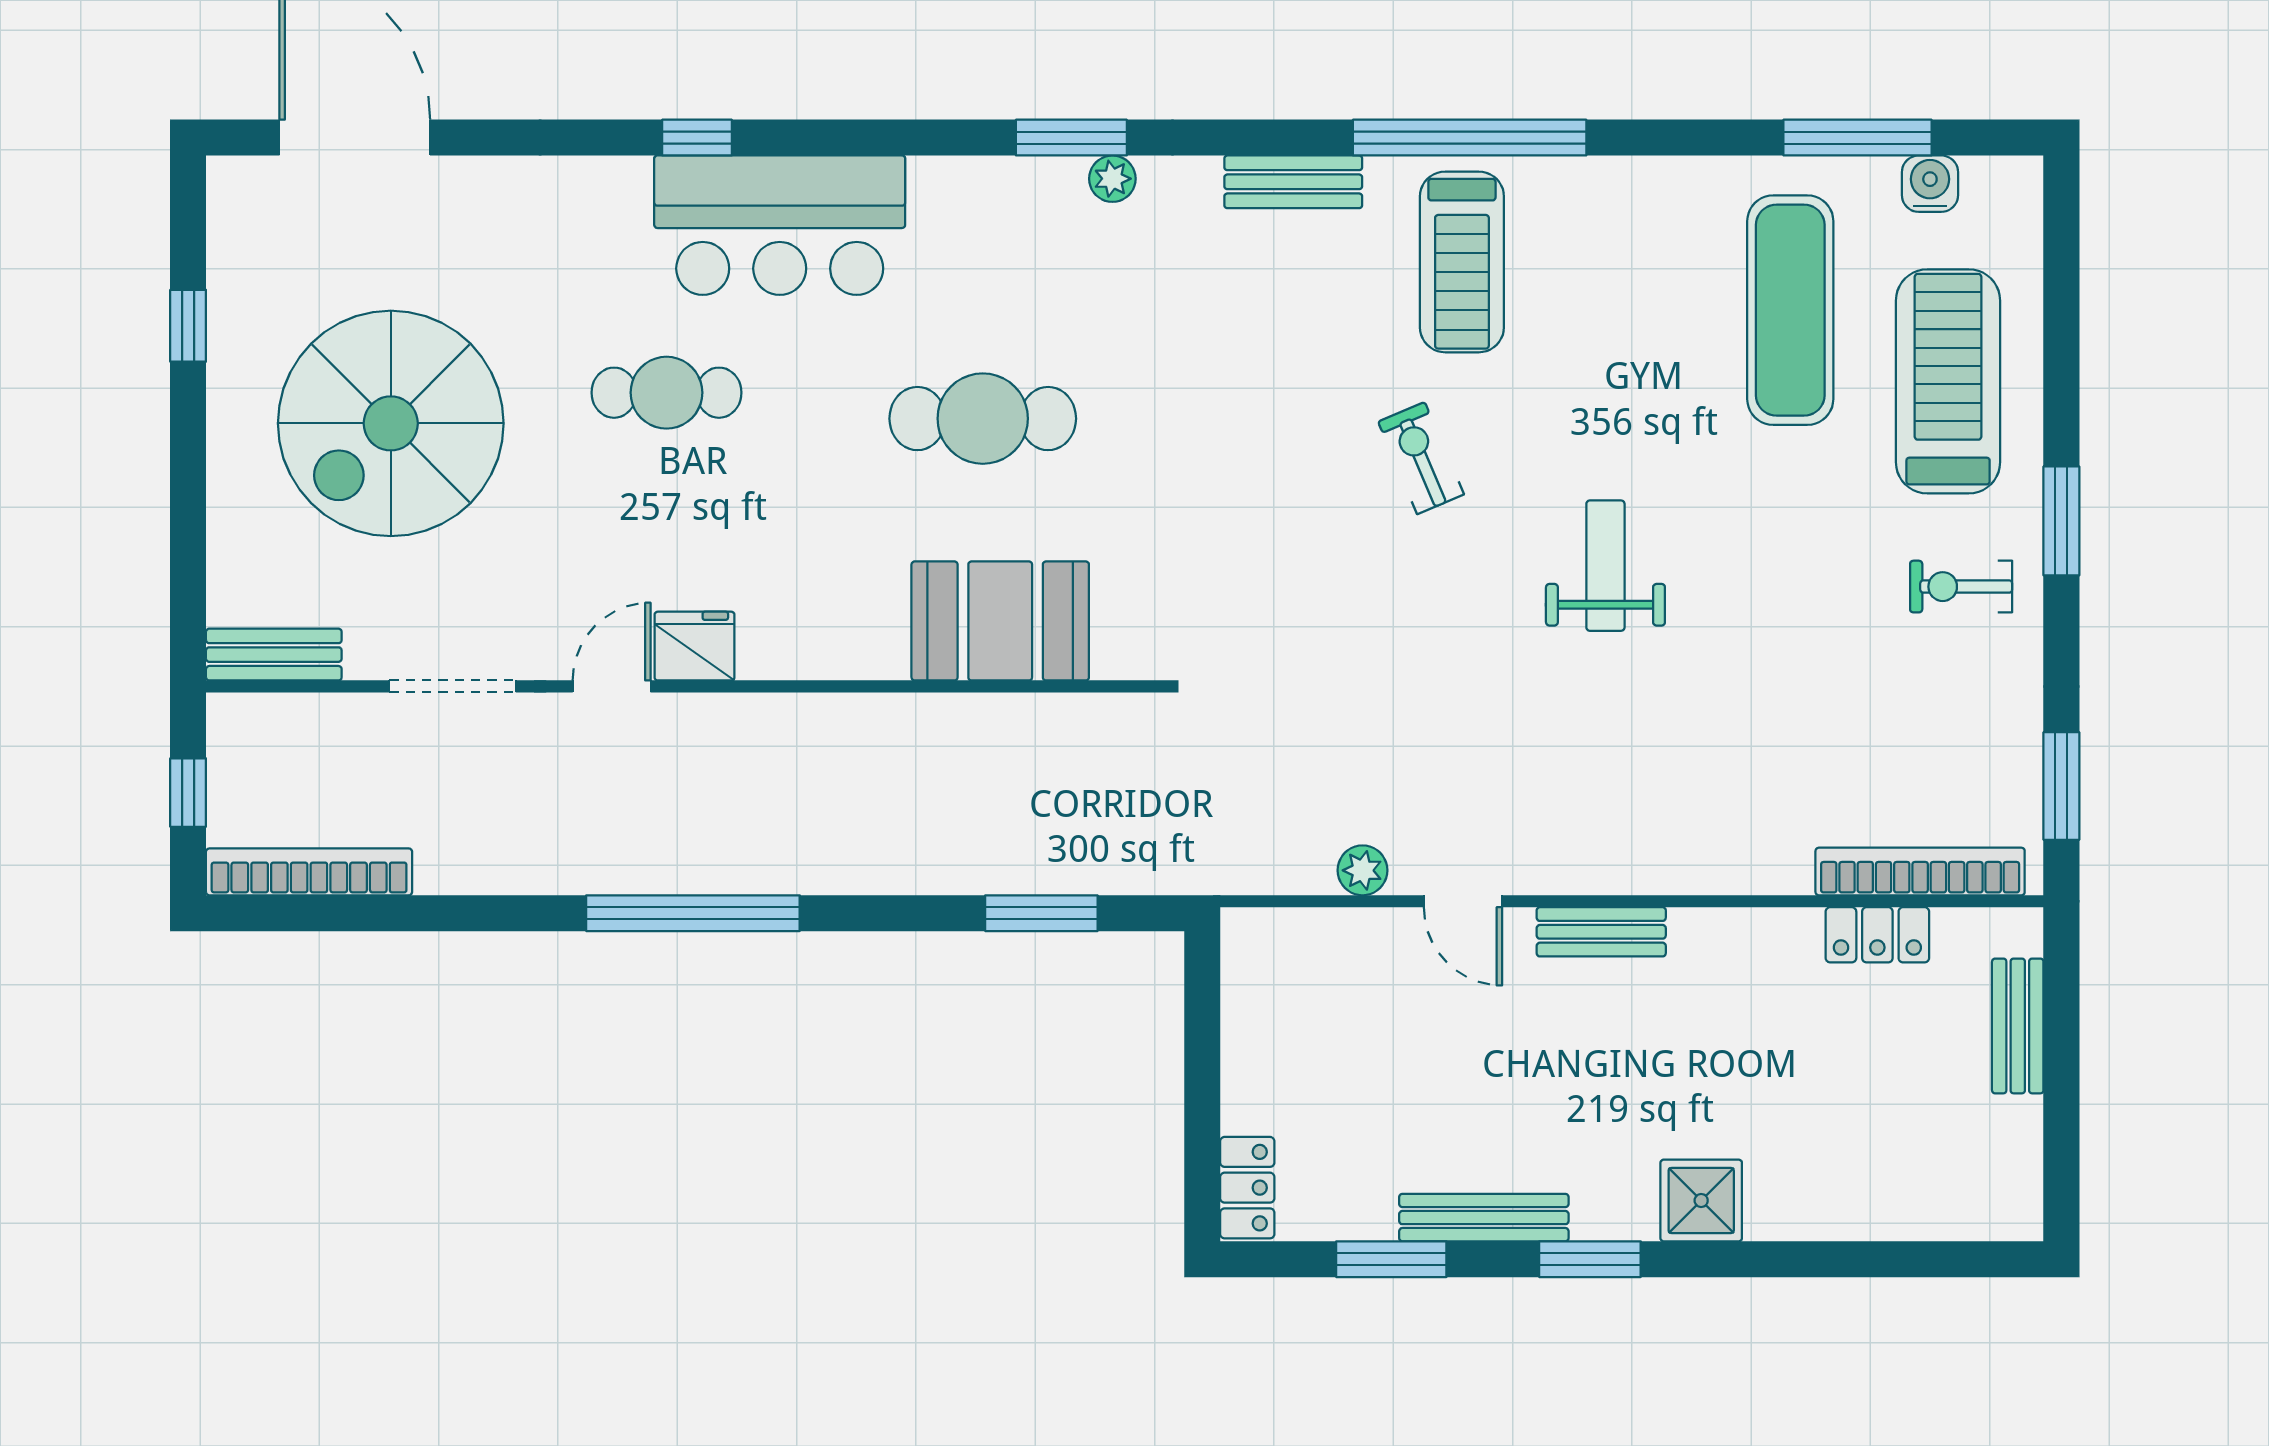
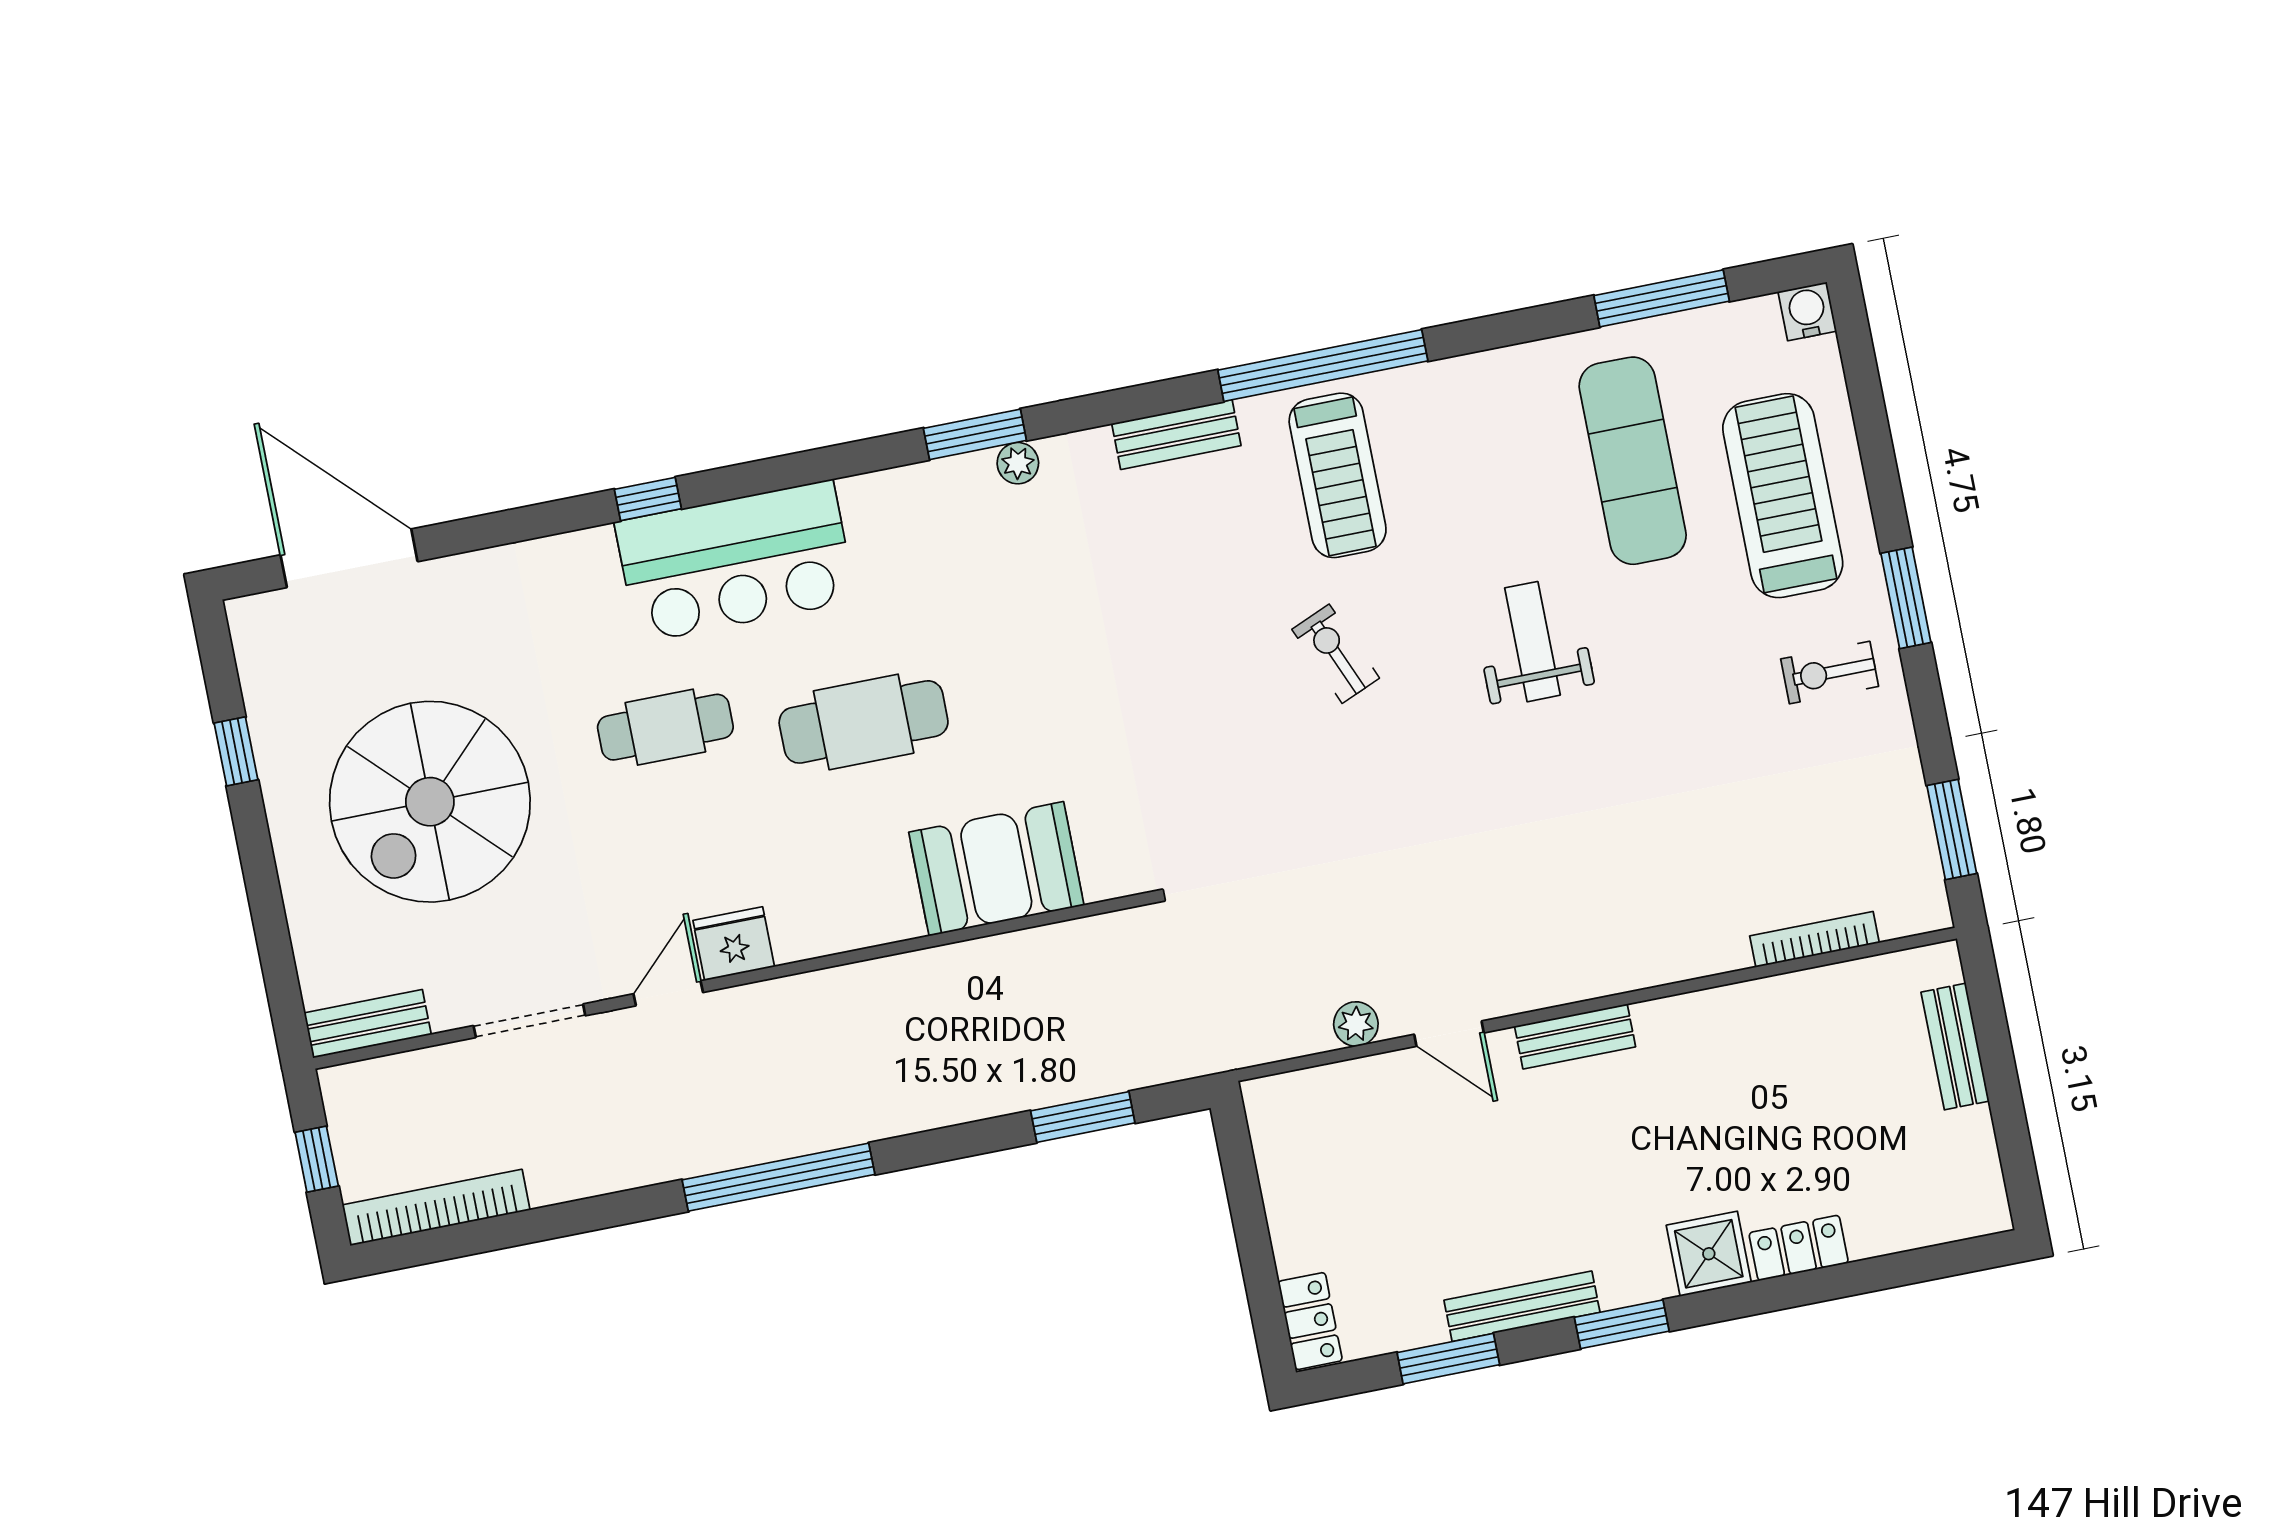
water cooler: (1930, 184) -> (1807, 311), moved
cafe table: (983, 419) -> (864, 722), moved
weight bench: (1605, 566) -> (1532, 642), moved
bookcase: (1920, 872) -> (1814, 939), width x0.68, depth x0.76
locker: (1877, 935) -> (1799, 1248), moved, turned 180

